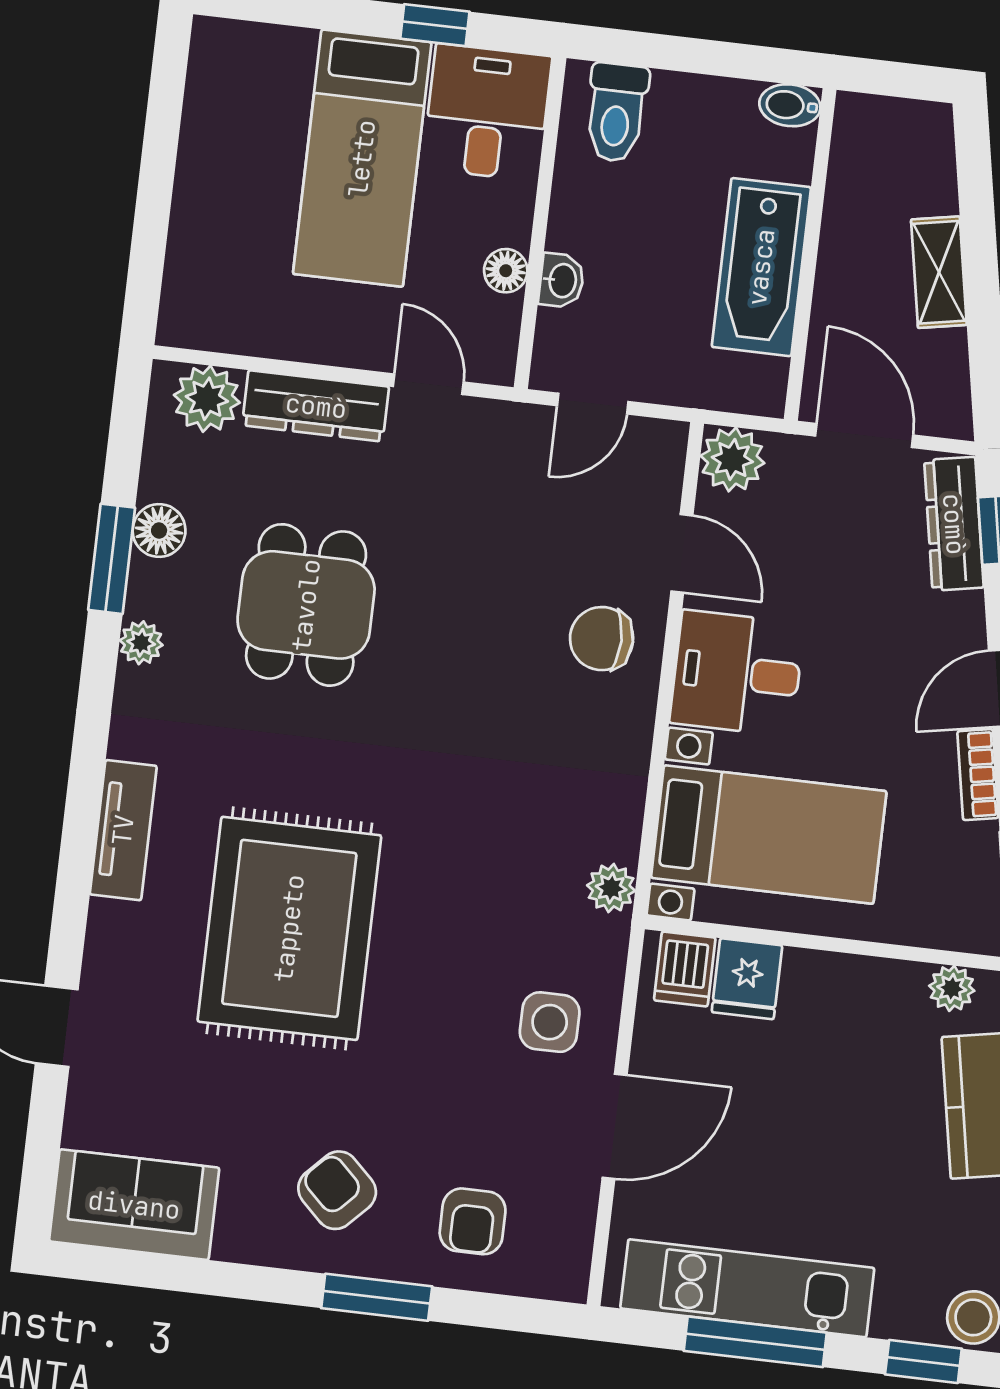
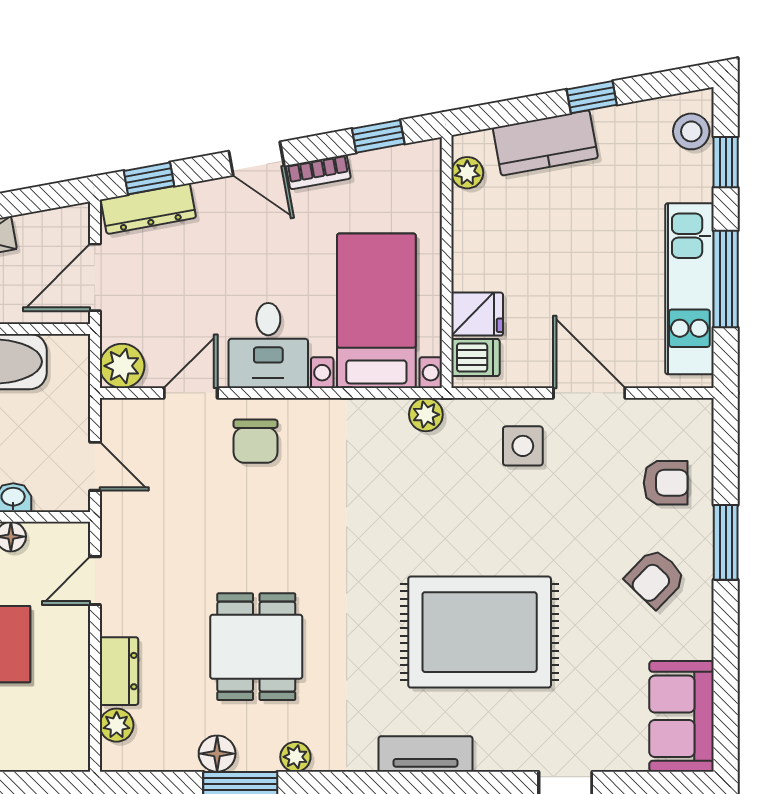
plant: (207, 399) -> (117, 725), width x0.73, depth x0.73
dresser: (316, 406) -> (119, 671), width x0.70
dining table: (306, 605) -> (256, 647), turned 90

